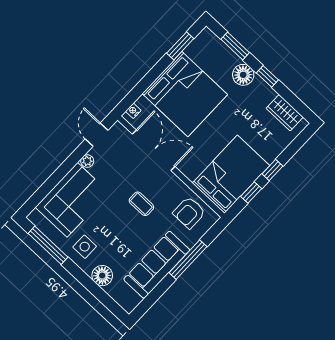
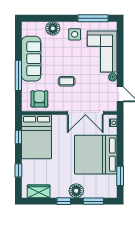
window: (272, 170) -> (18, 170), moved

